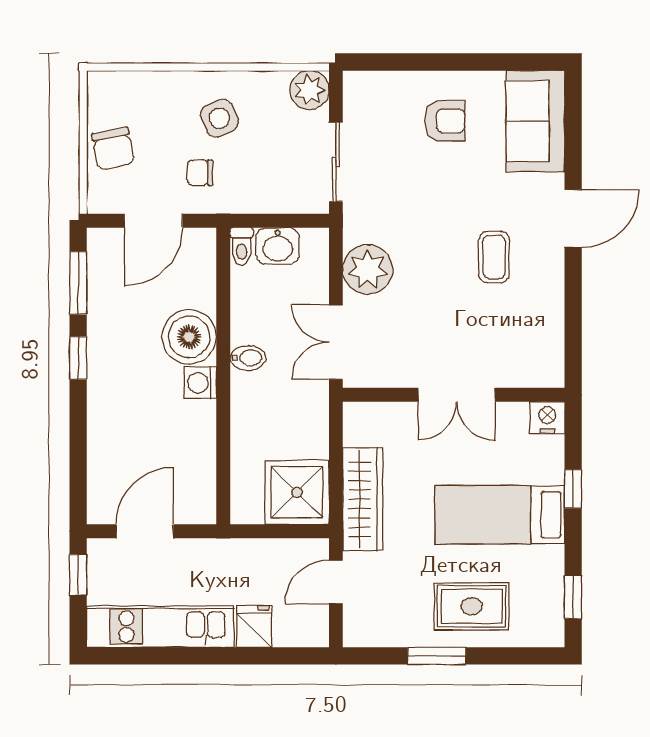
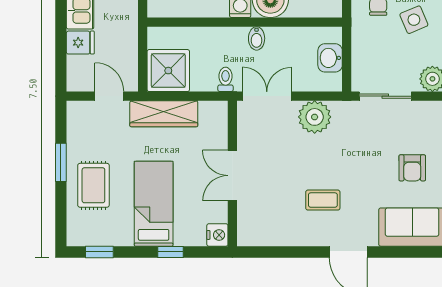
toilet: (242, 246) -> (226, 79), moved, turned 90

